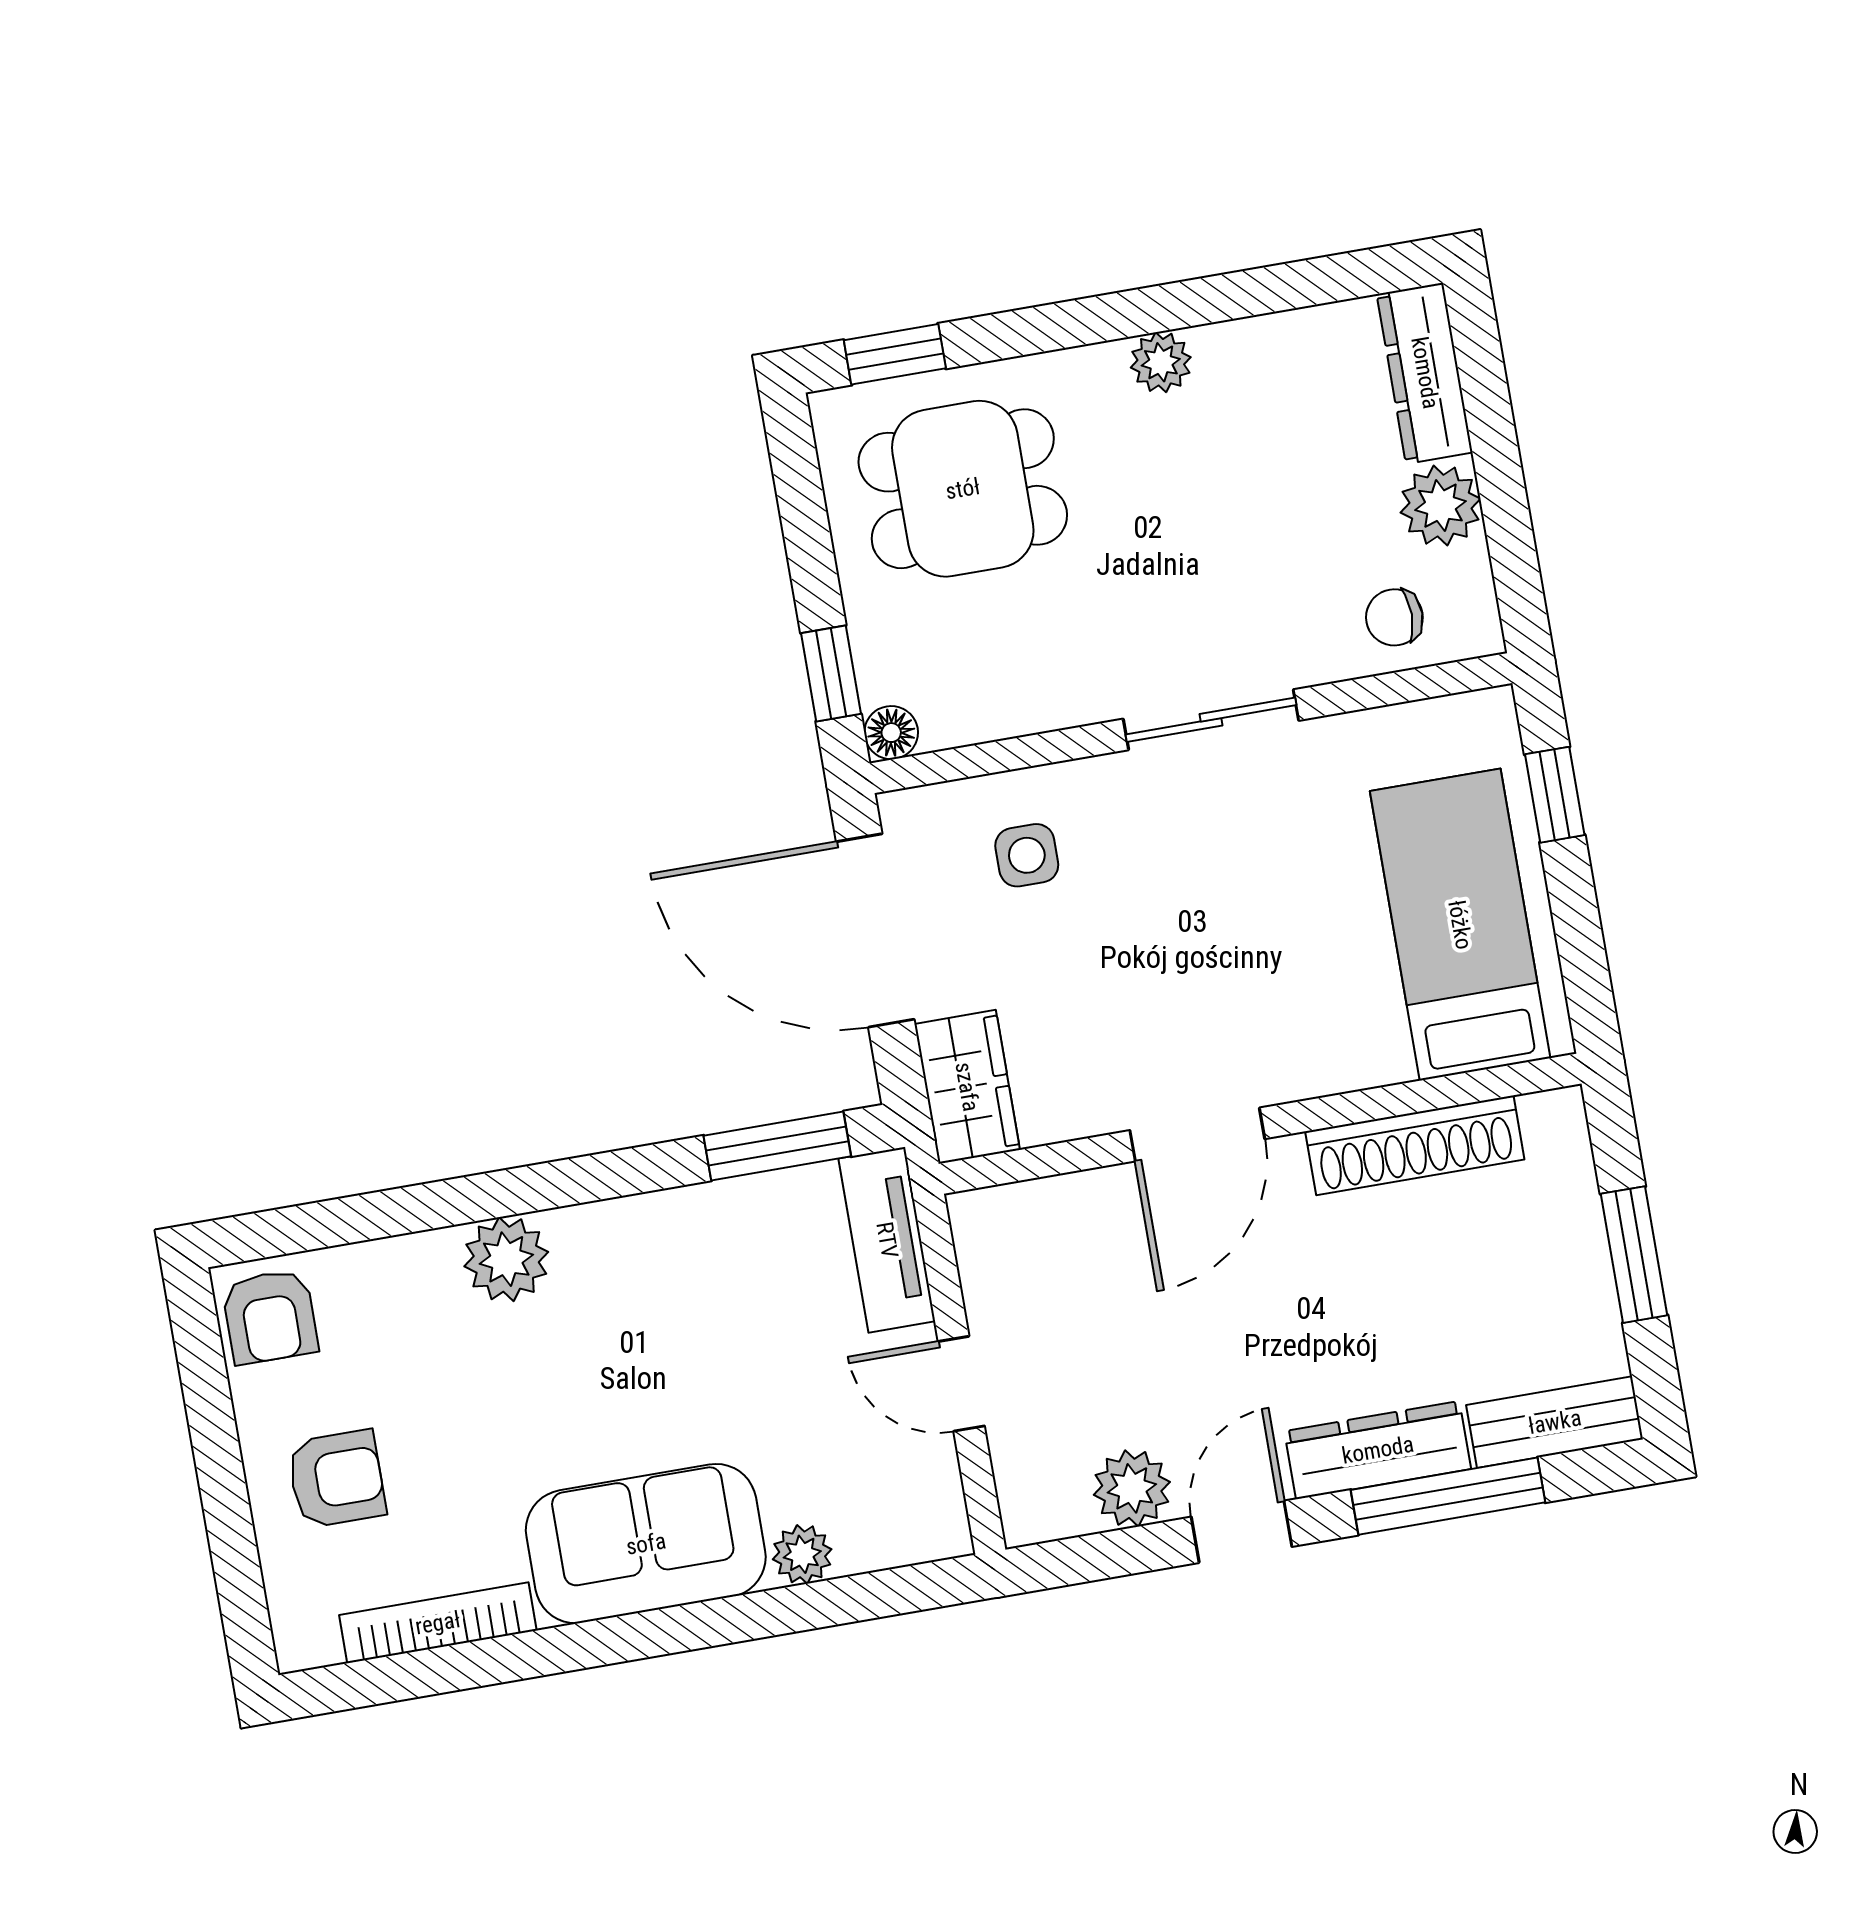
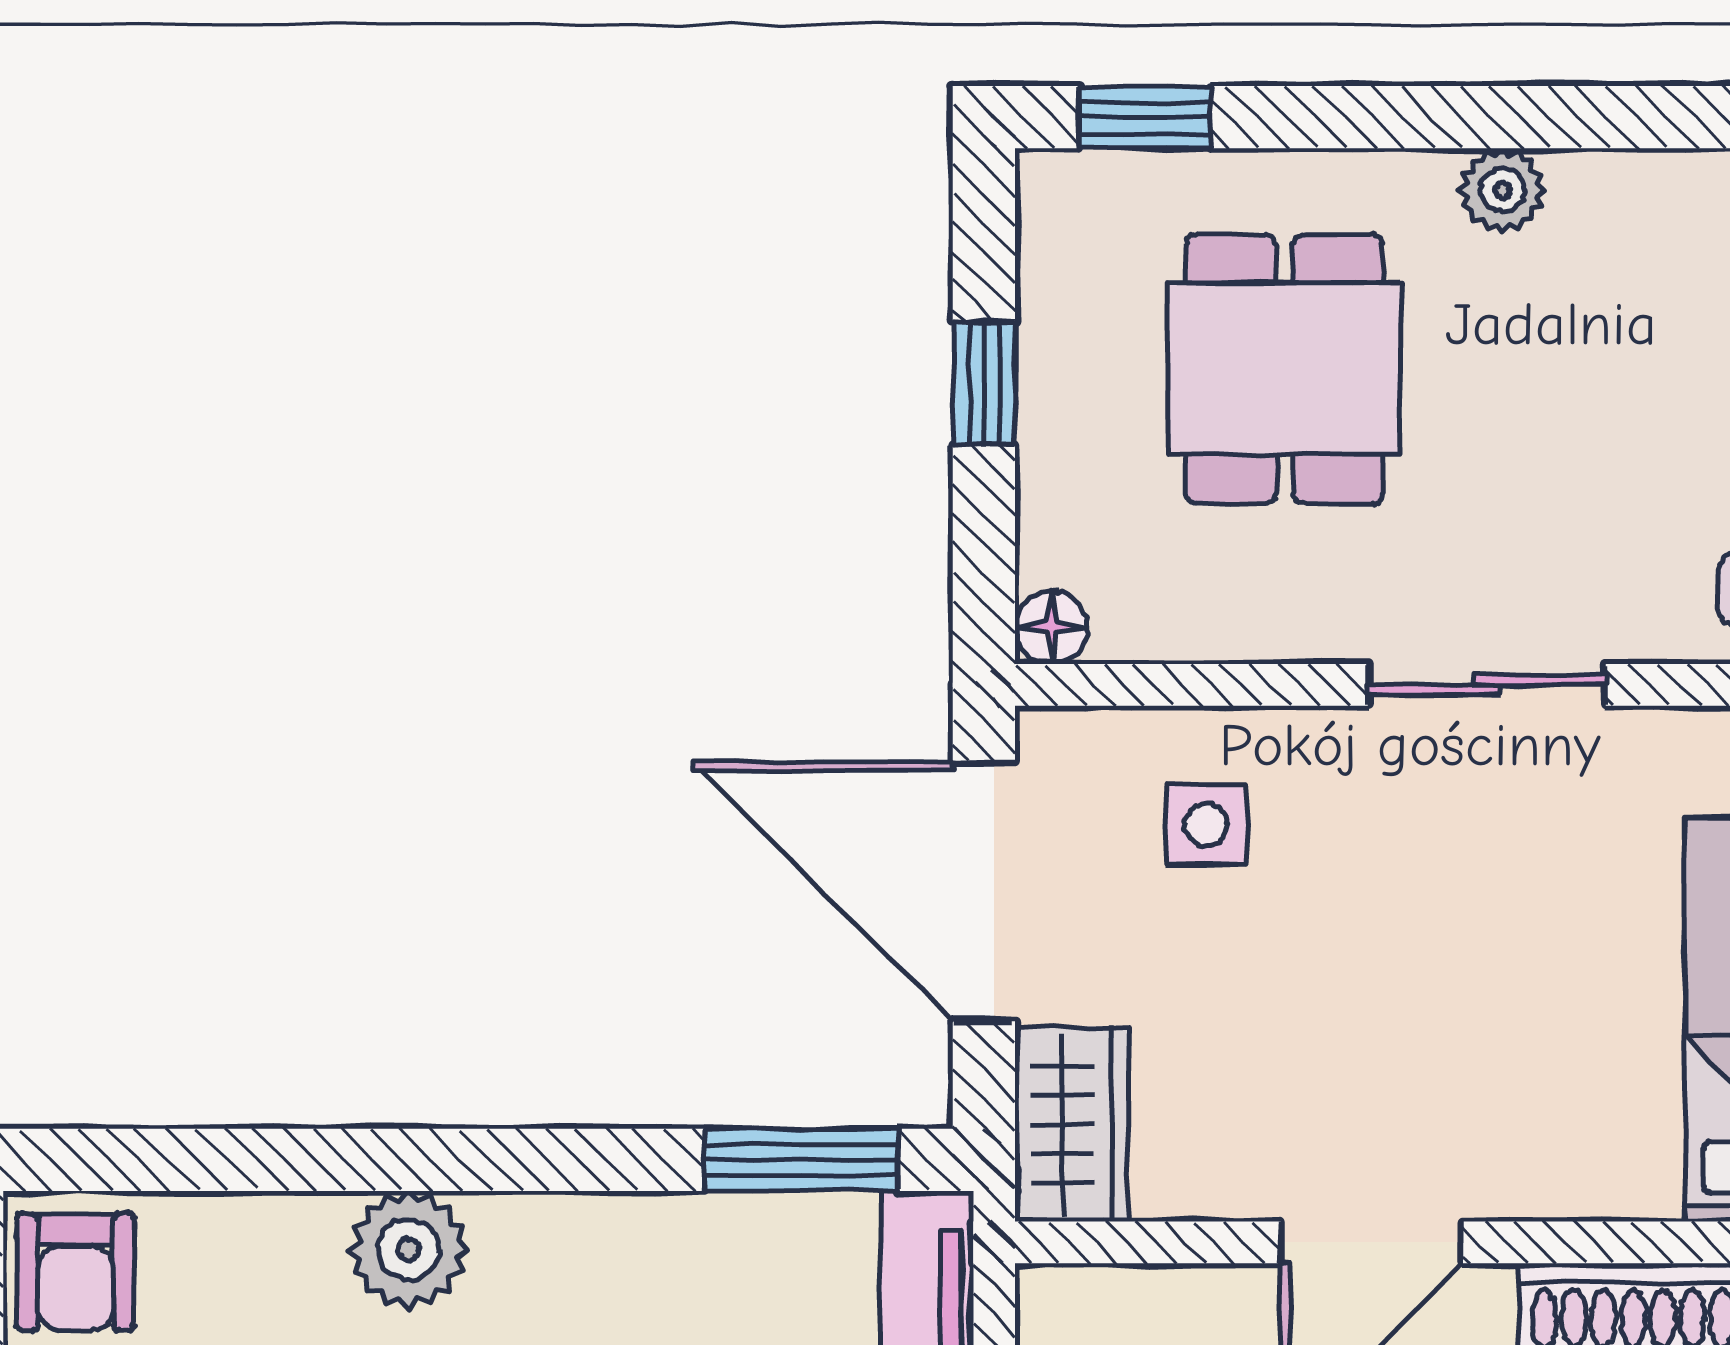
dining table: (963, 489) -> (1284, 369), moved, turned 90
window: (831, 673) -> (984, 383), moved

